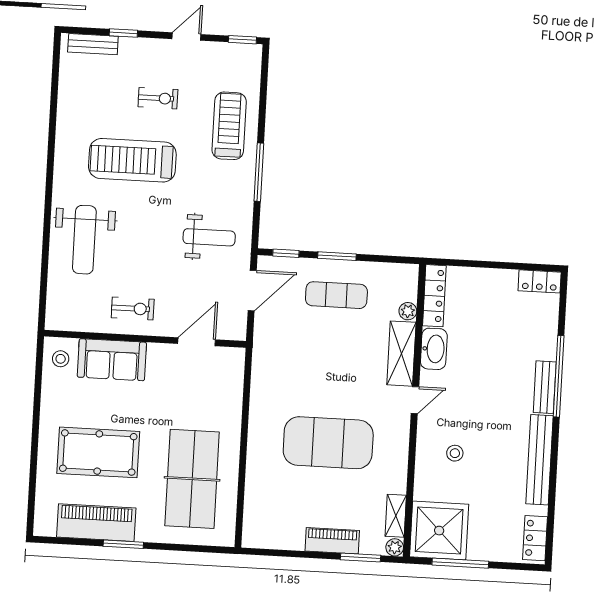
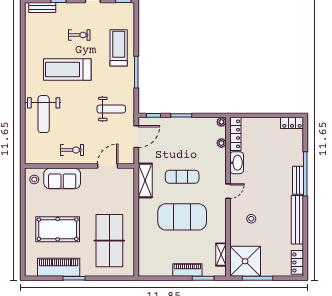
exercise mat: (336, 295) -> (182, 177), moved
shelving: (401, 354) -> (145, 181), moved
plant: (395, 547) -> (221, 122), moved

